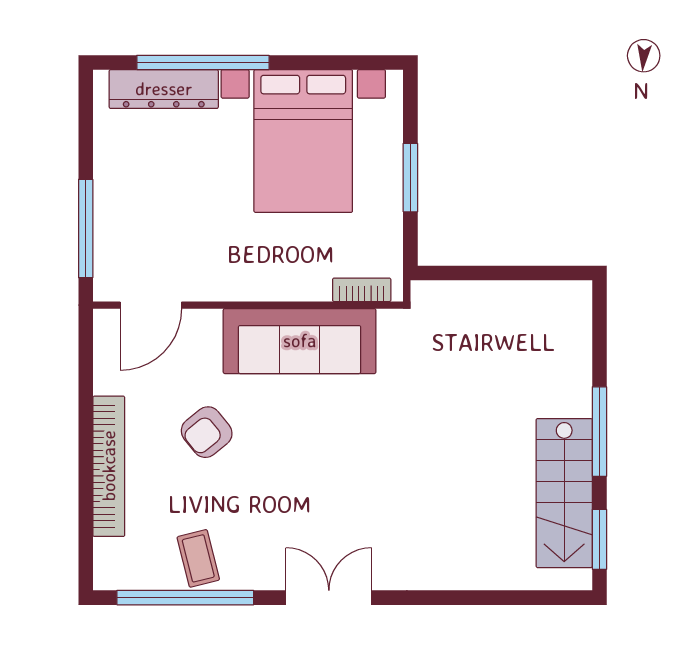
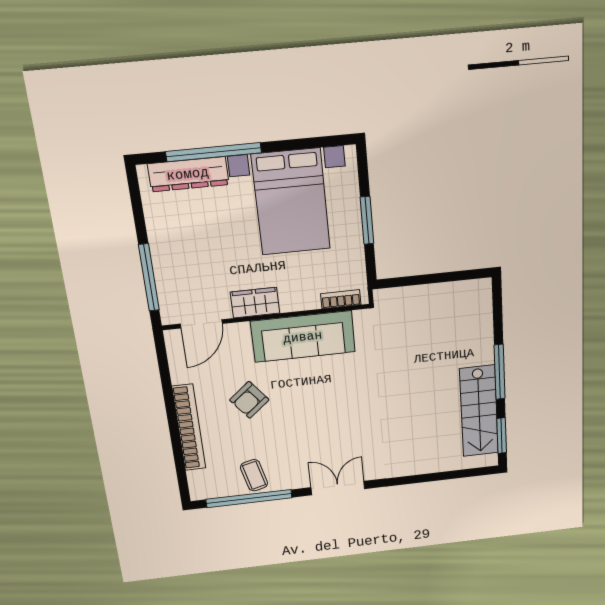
wardrobe: (234, 282) -> (255, 303), added

